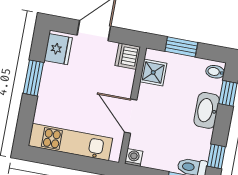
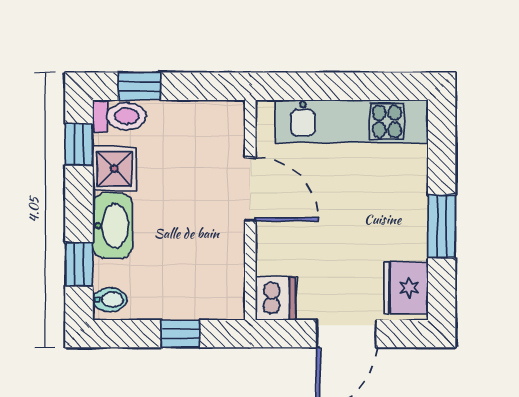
window: (181, 47) -> (180, 334), width x0.67
shower: (153, 72) -> (114, 169), moved
washing machine: (134, 157) -> (230, 114), removed

